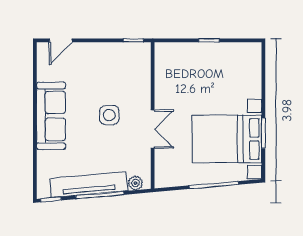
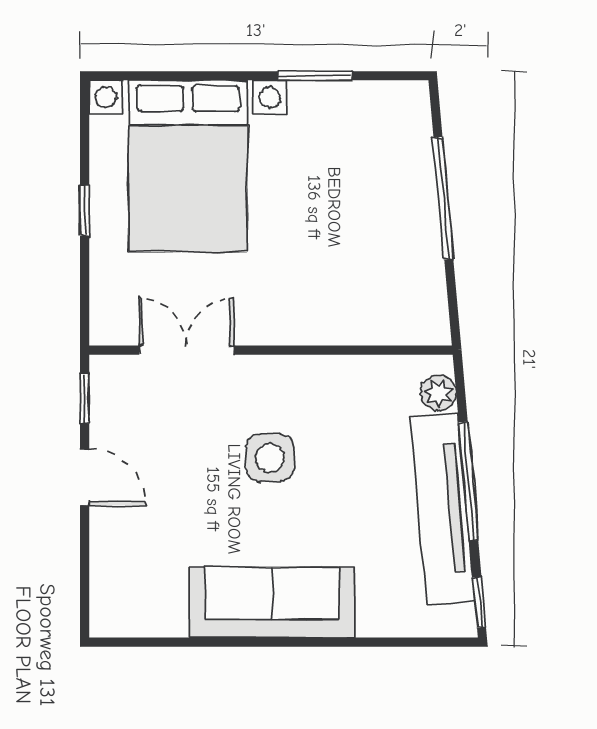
door: (61, 40) -> (85, 477), moved
double door: (153, 129) -> (186, 350), moved
bed with nightstands: (227, 139) -> (188, 166), moved

